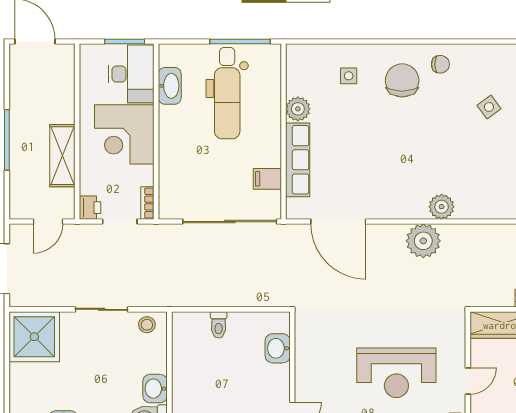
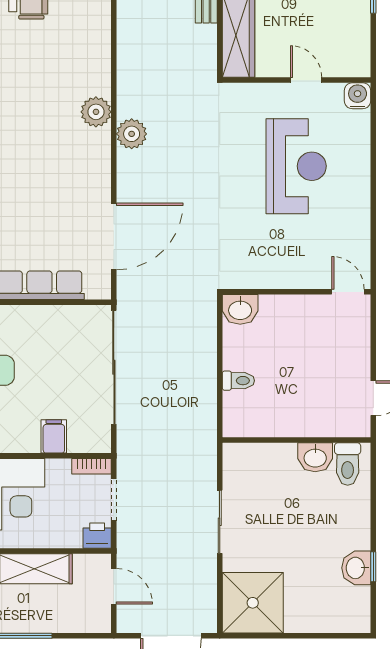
filing cabinet: (267, 179) -> (54, 436), moved, turned 180
plant: (423, 241) -> (132, 134), width x0.73, depth x0.73
stool: (147, 325) -> (238, 467), removed
washbasin: (278, 348) -> (240, 309), moved

